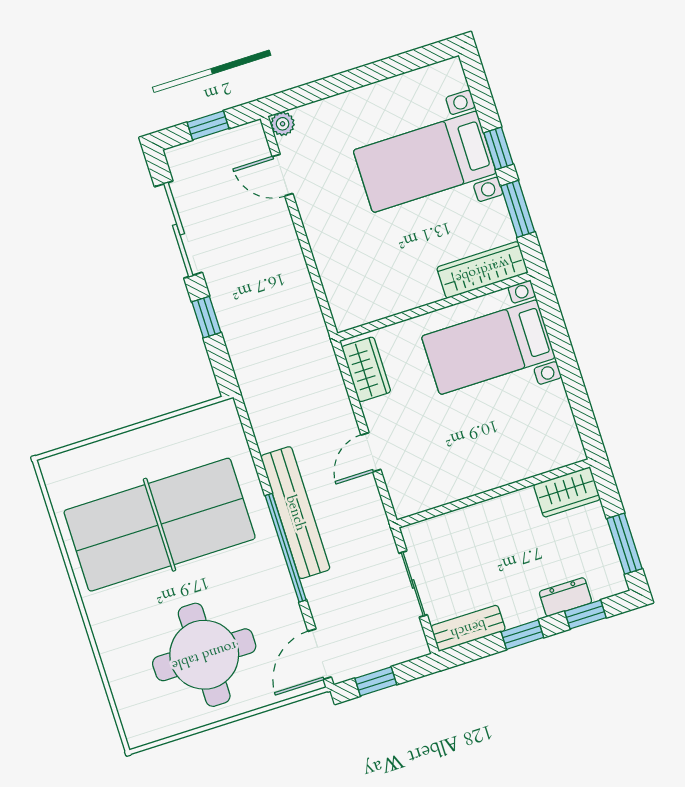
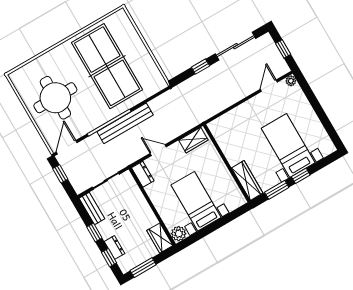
bed with nightstands: (488, 347) -> (196, 201), moved
plant: (566, 448) -> (179, 234), added
dresser: (417, 499) -> (143, 174), added
door: (320, 654) -> (67, 147), hinge flipped

